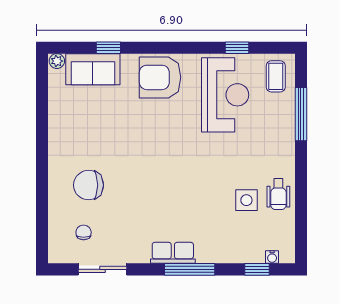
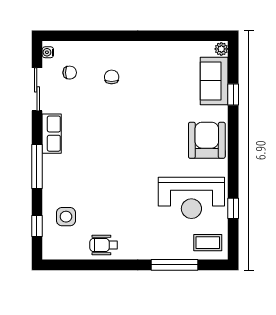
chair: (88, 185) -> (112, 77), width x0.54, depth x0.54
side table: (246, 200) -> (66, 217), moved
row of seats: (173, 253) -> (52, 134), moved
water cooler: (272, 257) -> (48, 52), moved

